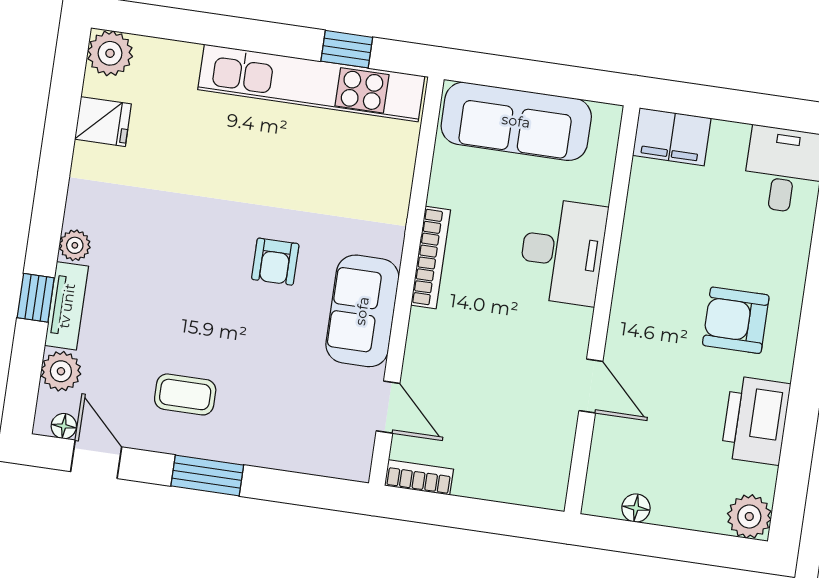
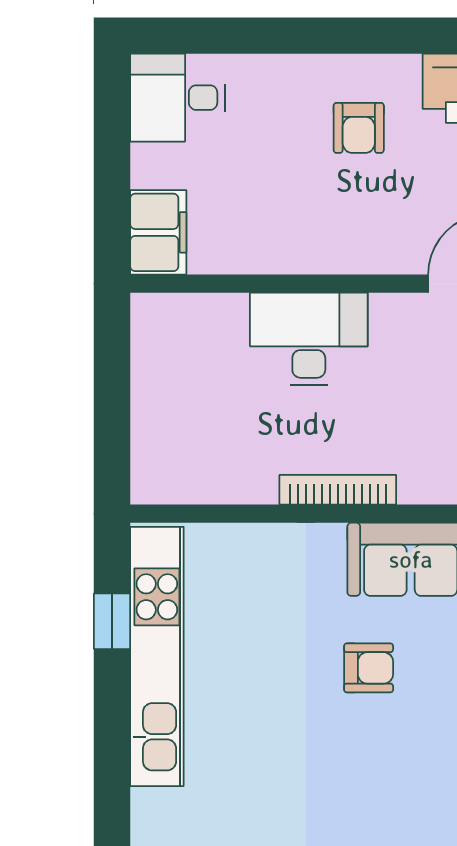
sofa: (516, 121) -> (167, 414), removed
armchair: (736, 320) -> (359, 128), width x0.72, depth x0.72

